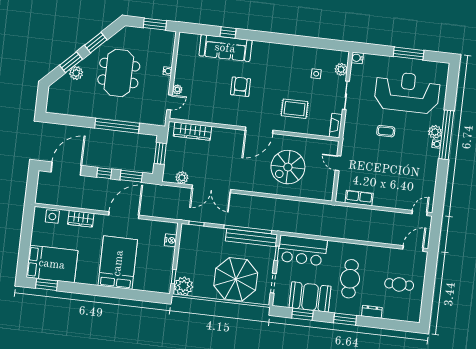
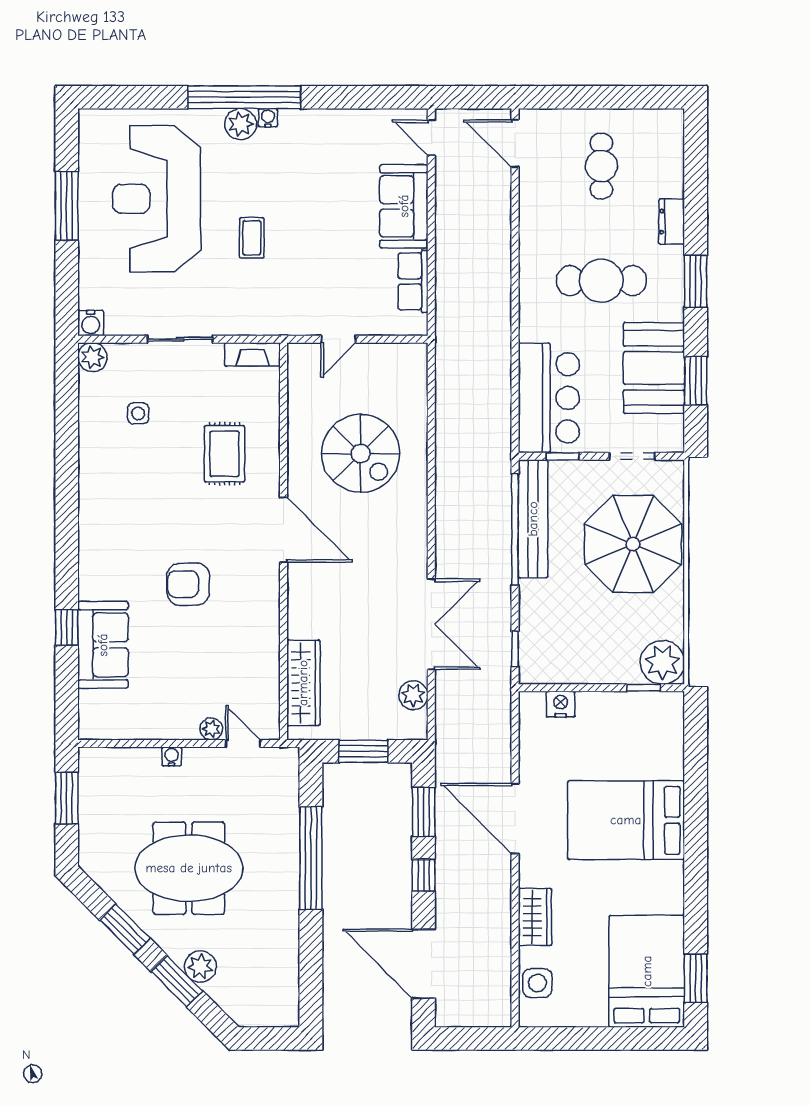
sofa: (225, 48) -> (103, 645), width x0.73
plant: (341, 69) -> (92, 357), moved
sofa: (392, 198) -> (404, 206), added

